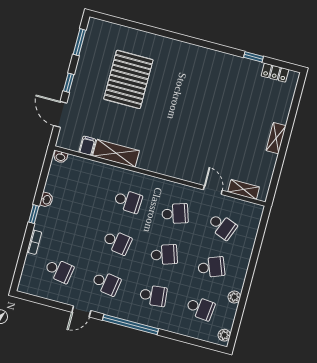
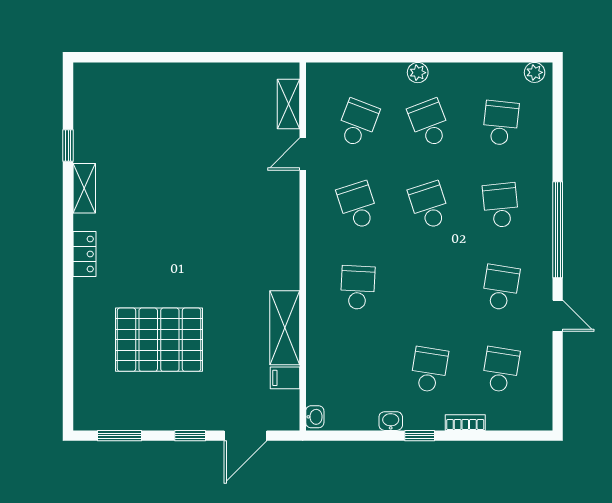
locker: (275, 73) -> (84, 254), moved
shelving: (276, 138) -> (84, 188), moved, turned 90
school desk: (117, 242) -> (429, 370), moved
plant: (234, 297) -> (418, 73), moved

